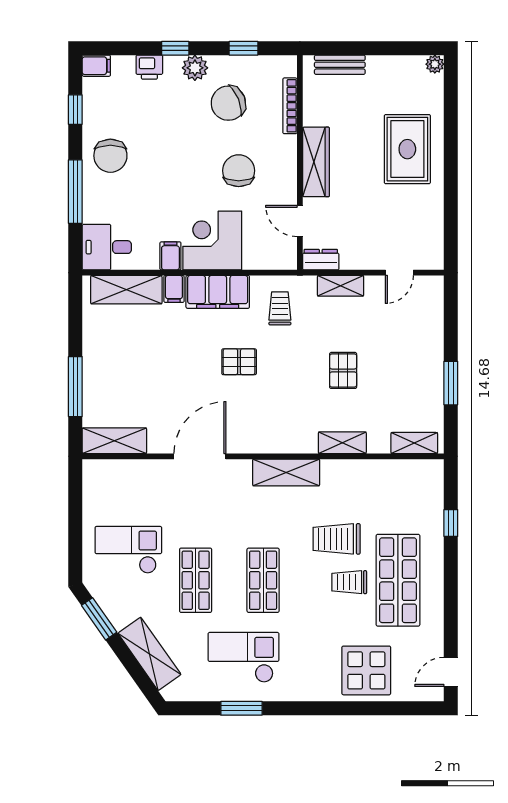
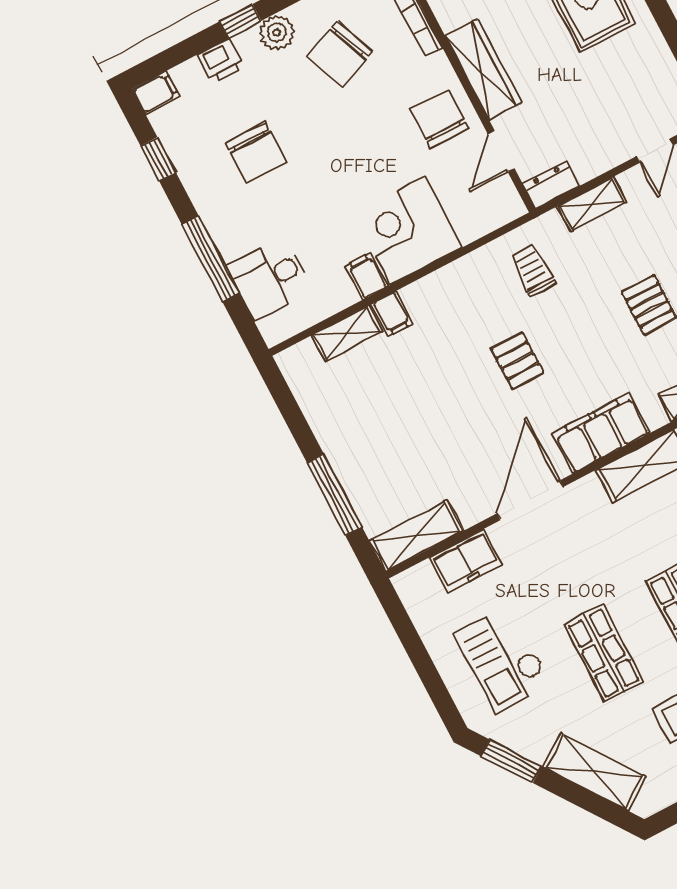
chair: (110, 156) -> (256, 153), moved
chair: (239, 171) -> (439, 119), moved
door: (300, 221) -> (501, 151), hinge flipped
desk: (107, 247) -> (270, 278), moved
shelving: (126, 290) -> (347, 333), width x0.67, depth x0.75
filing cabinet: (218, 292) -> (601, 433), moved, turned 180
pallet: (239, 362) -> (517, 361), turned 90
freezer: (138, 474) -> (466, 561), added
checkout: (128, 550) -> (503, 659), turned -90

